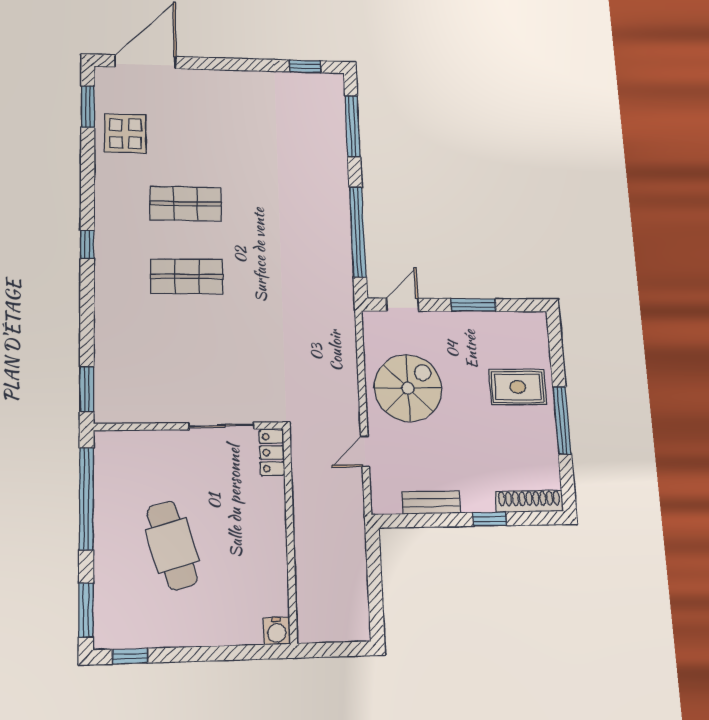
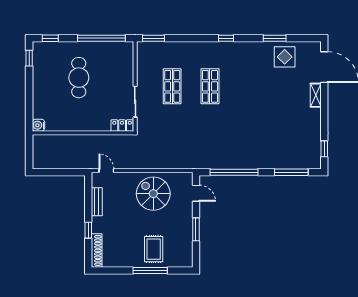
shelving: (201, 79) -> (316, 95), added
window: (88, 107) -> (275, 38), moved
shop shelf: (186, 204) -> (172, 86), moved
spiral stairs: (408, 388) -> (153, 194), turned 180
window: (562, 420) -> (150, 270), moved
door: (365, 451) -> (106, 171), moved
cafe table: (172, 545) -> (79, 78), turned -74
window: (86, 610) -> (50, 38), width x0.67

